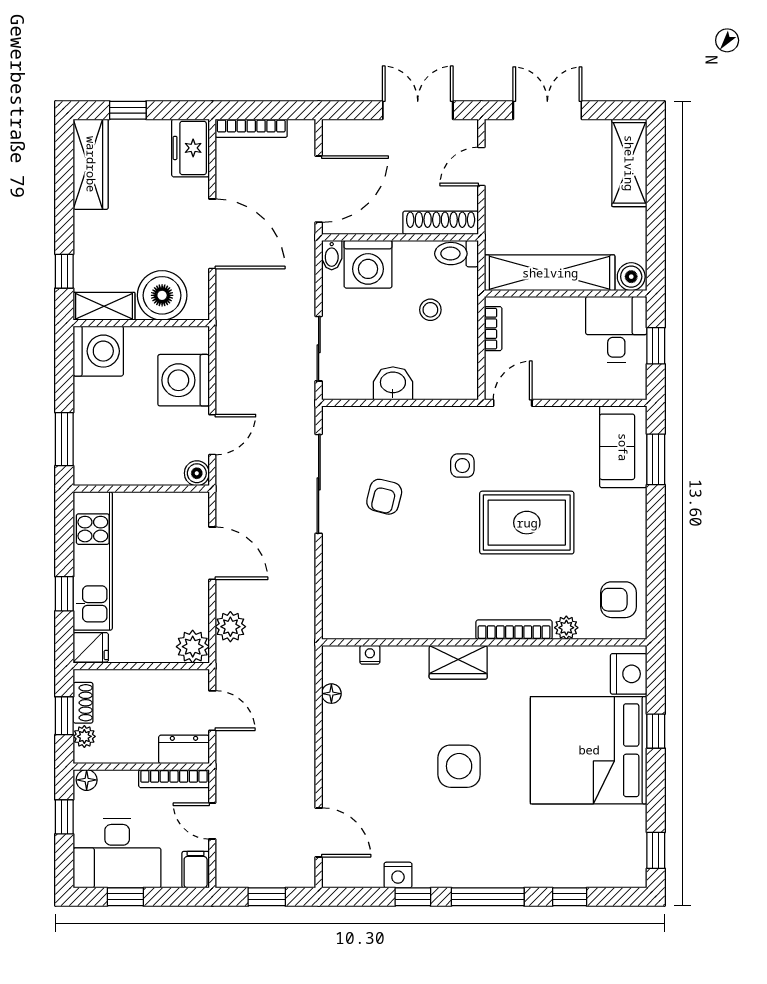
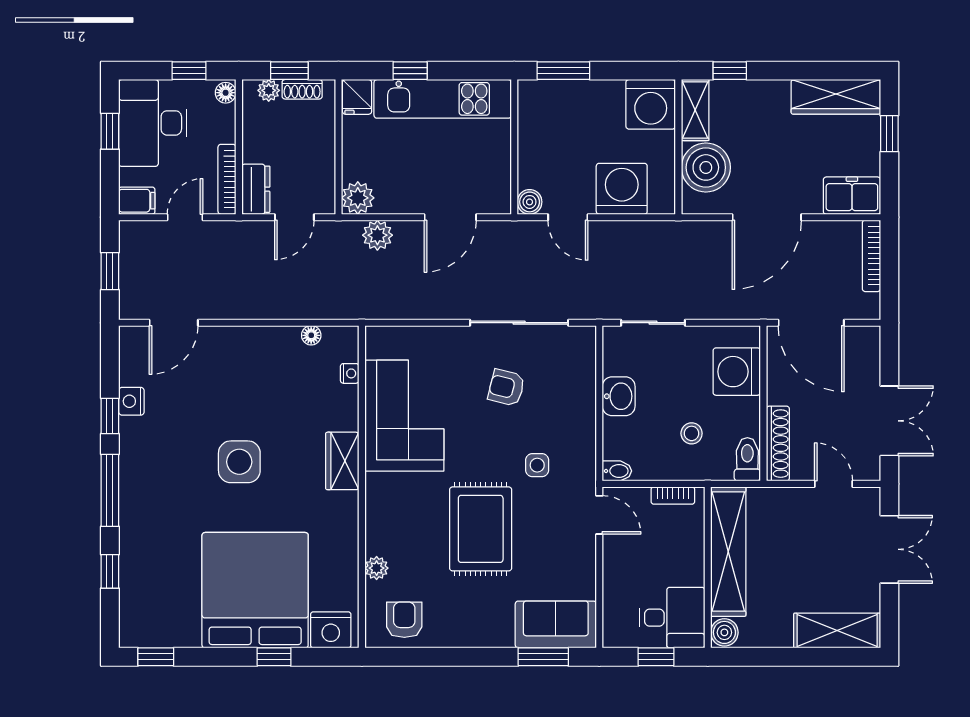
bidet: (332, 255) -> (617, 471), moved, turned 180
corner sofa: (412, 600) -> (404, 416), added
bookcase: (514, 630) -> (374, 516), removed

